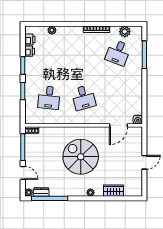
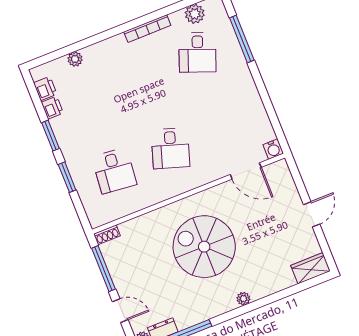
desk: (84, 98) -> (170, 148), turned 33
door: (119, 125) -> (246, 171), hinge flipped
wardrobe: (113, 191) -> (311, 268), moved

